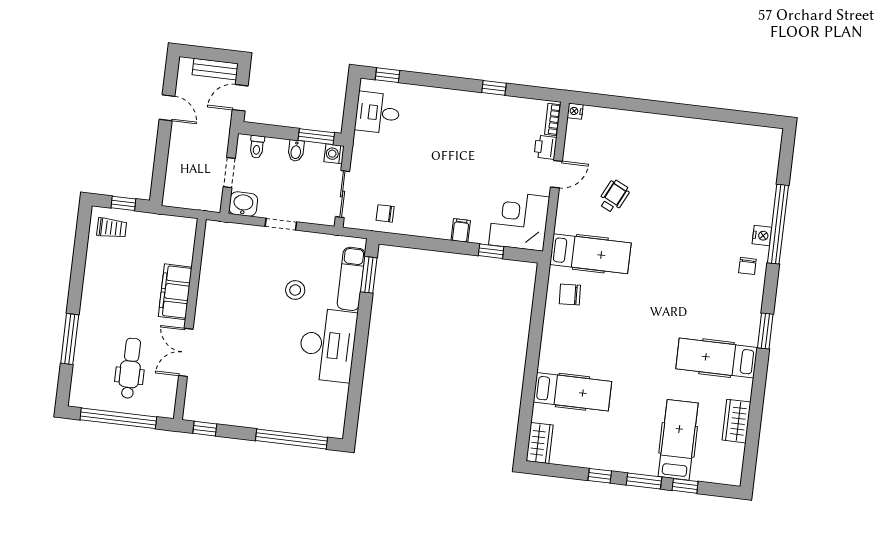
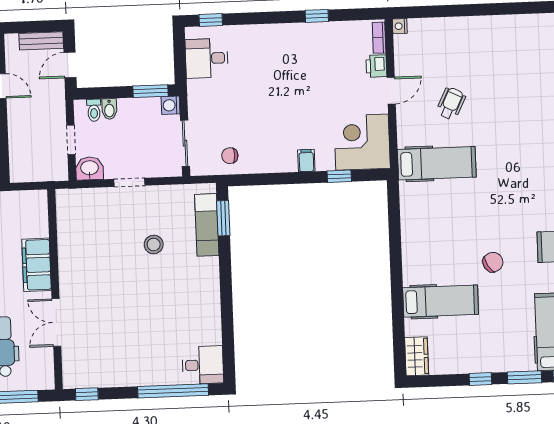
bidet: (296, 151) -> (109, 109), moved
chair: (570, 294) -> (493, 262), moved, turned 152
desk: (328, 345) -> (203, 365), moved, width x0.53, depth x0.77

